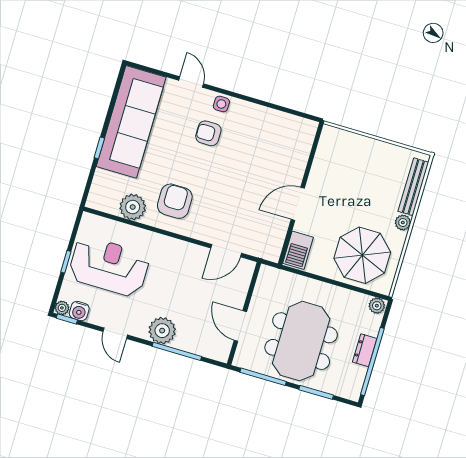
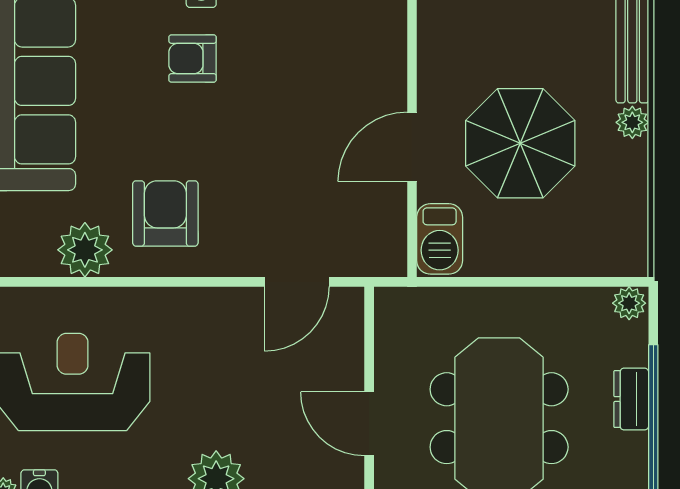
parasol: (362, 255) -> (520, 143), moved

